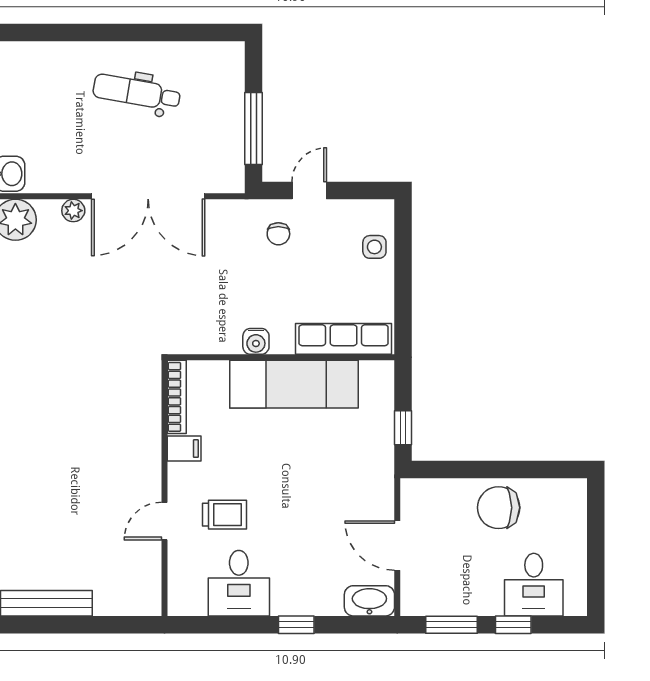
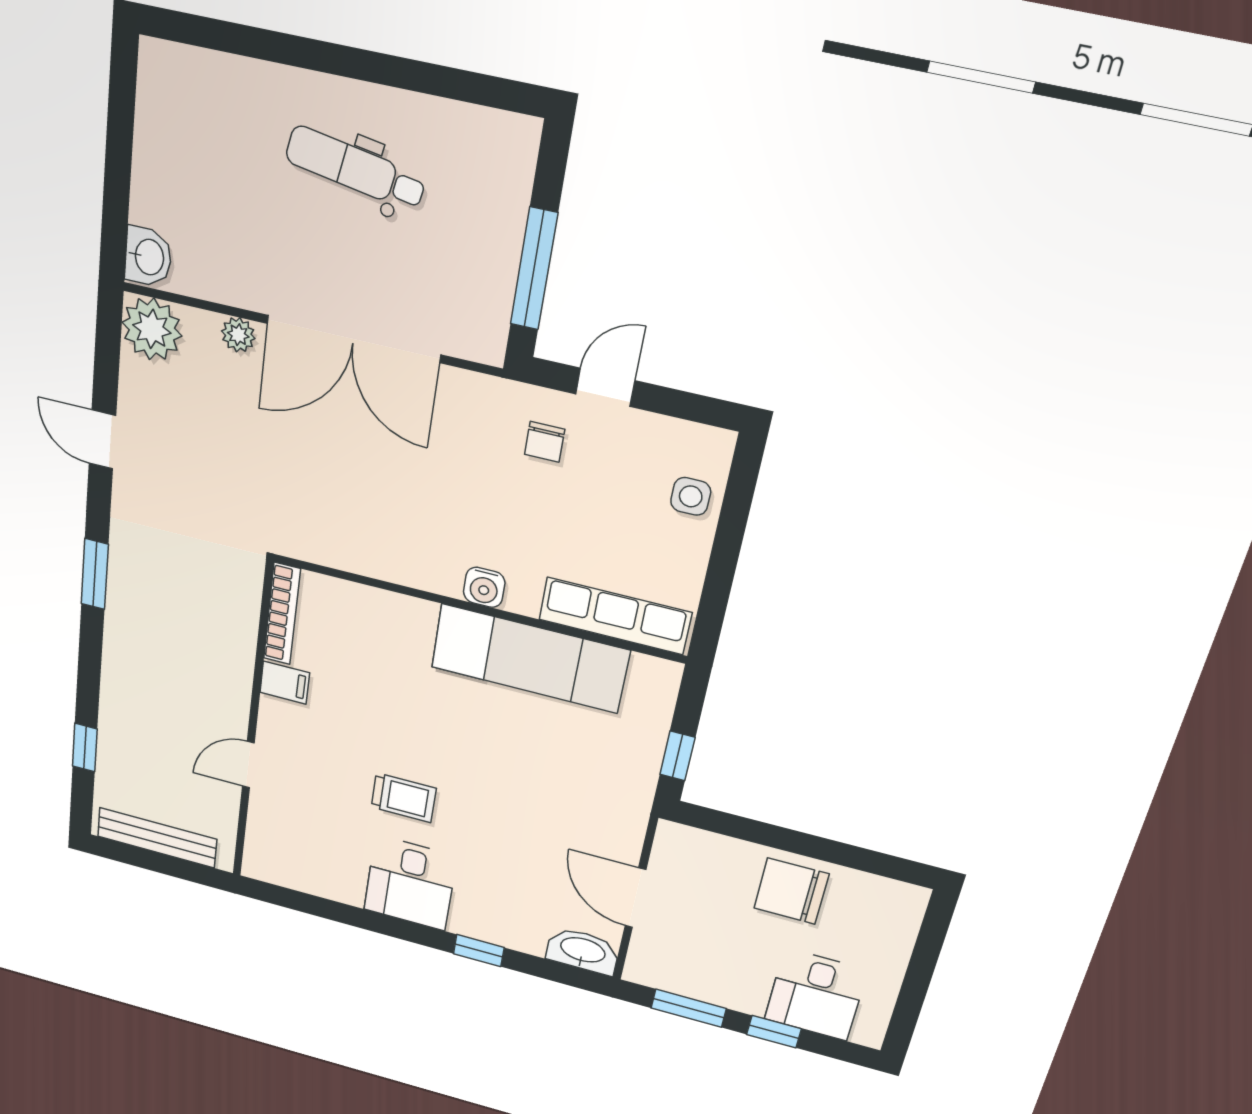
bookcase: (177, 397) -> (282, 614), moved
filing cabinet: (184, 449) -> (285, 683), moved
wall: (164, 488) -> (253, 725), moved
door: (164, 521) -> (248, 765), moved

